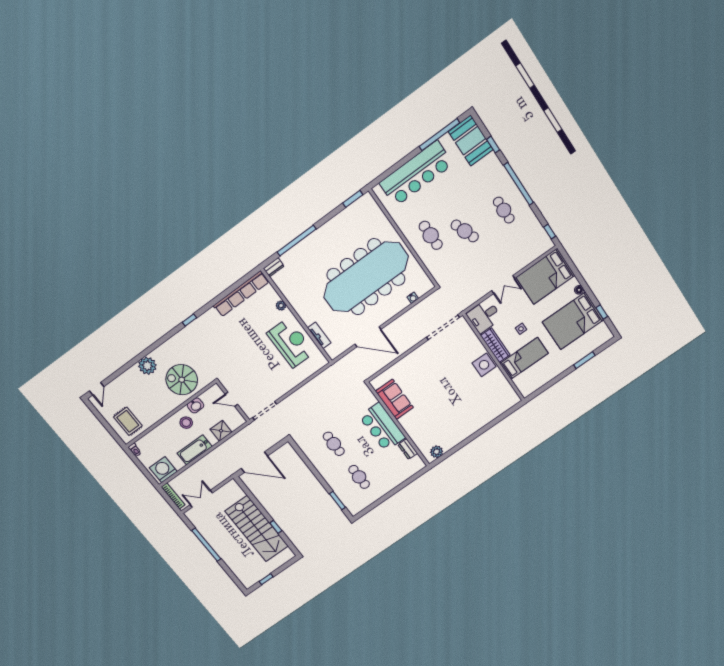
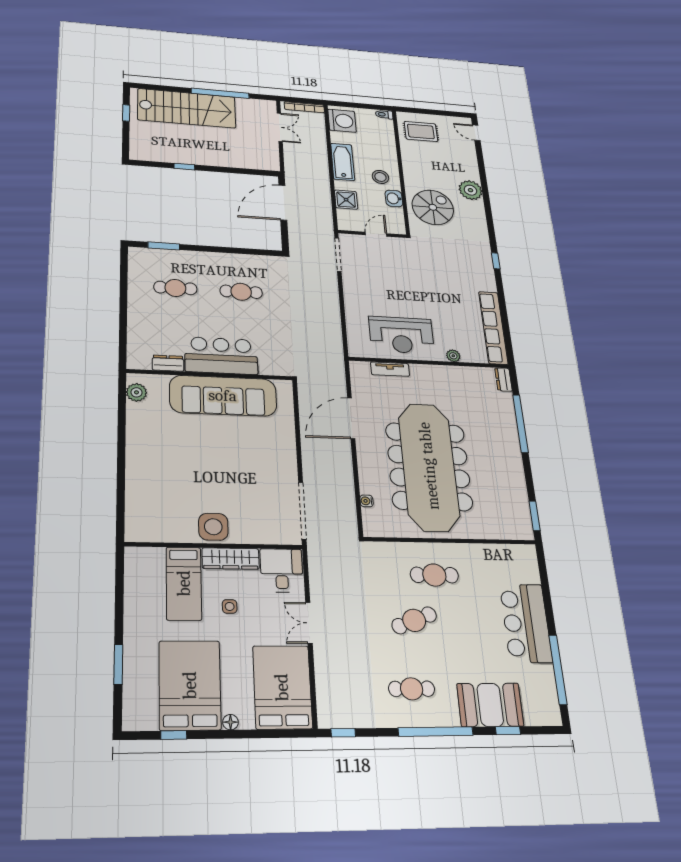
booth: (471, 141) -> (490, 705), moved
bar counter: (416, 174) -> (526, 623), width x0.73
sofa: (394, 399) -> (223, 396), width x1.85, depth x1.27
stairs: (257, 529) -> (187, 108), moved, turned 180

